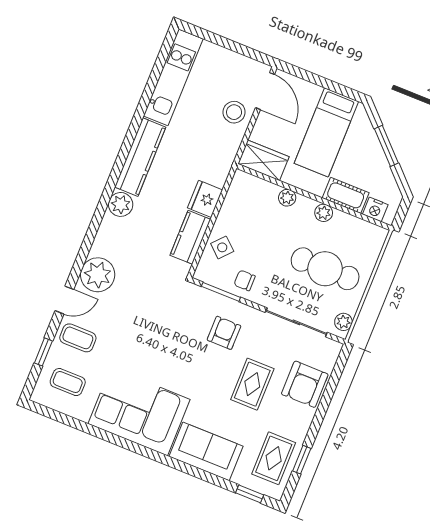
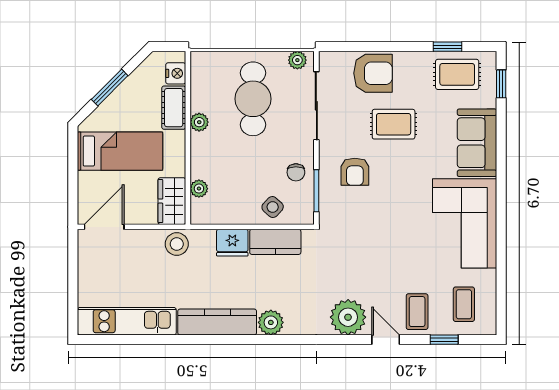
stool: (234, 112) -> (177, 244), moved
plant: (287, 198) -> (199, 189), moved
armchair: (224, 333) -> (355, 172), turned -90

